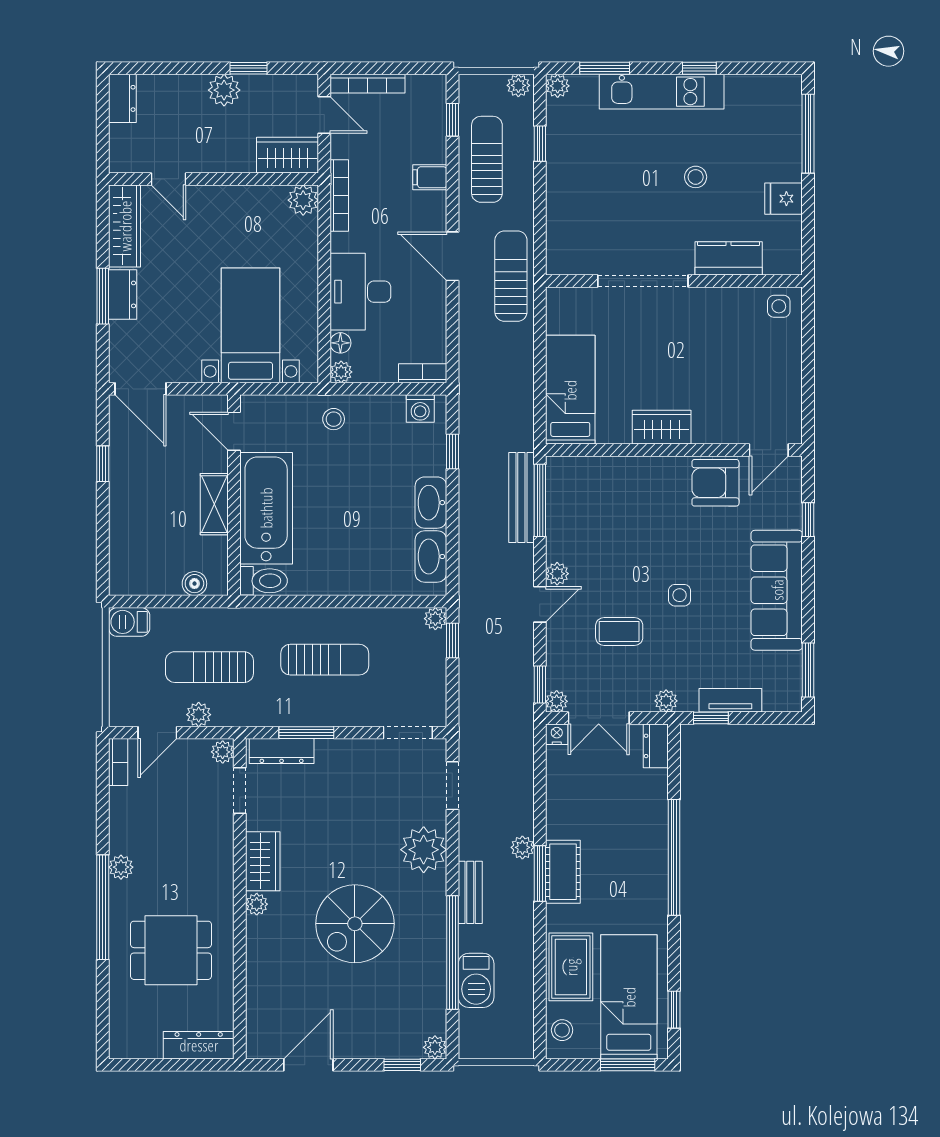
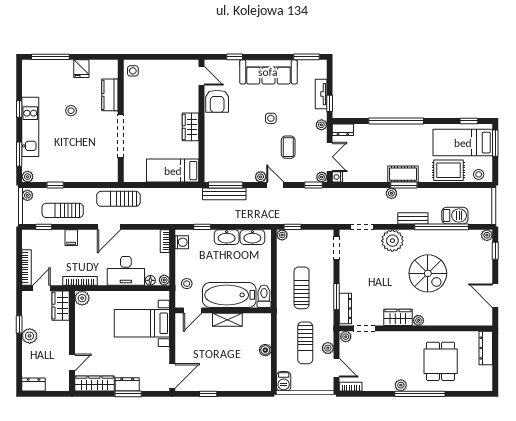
door: (234, 431) -> (193, 310), moved
wall: (234, 495) -> (223, 310), moved
shelving: (214, 504) -> (227, 320), moved
bathtub: (266, 508) -> (229, 295), moved
toilet: (264, 581) -> (264, 296), moved

